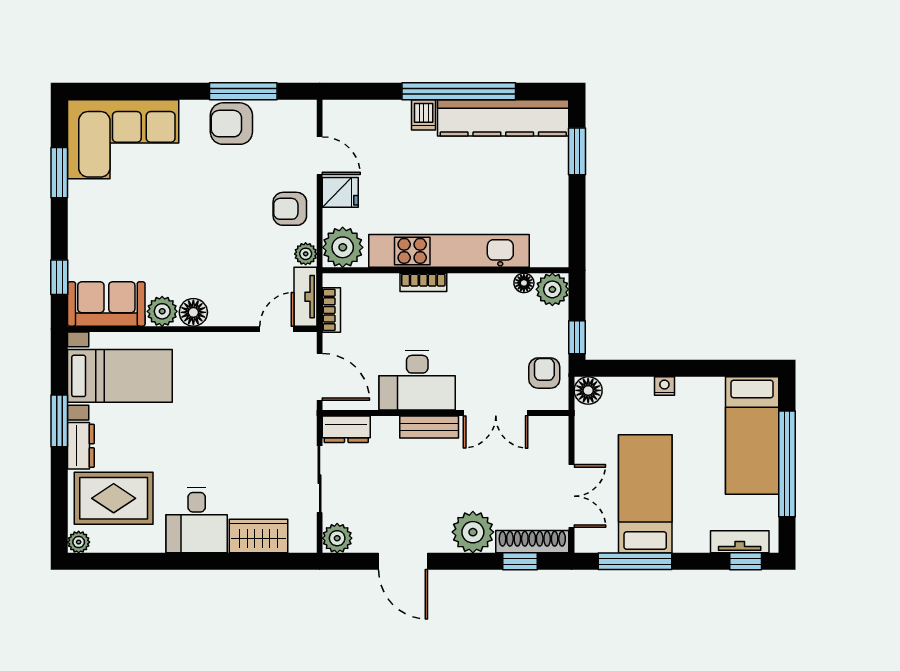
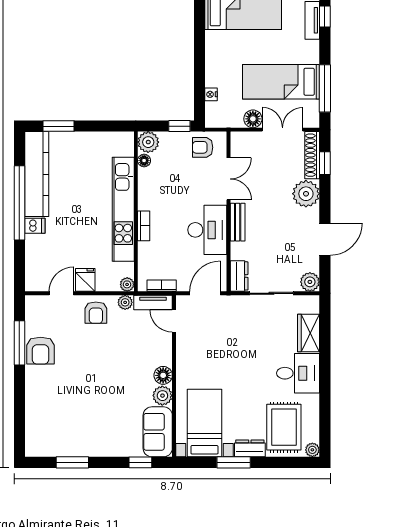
corner sofa: (123, 139) -> (51, 421), removed
plant: (343, 247) -> (127, 284), width x0.53, depth x0.53
nightstand: (664, 386) -> (211, 94), moved
floor lamp: (588, 390) -> (253, 119), moved

